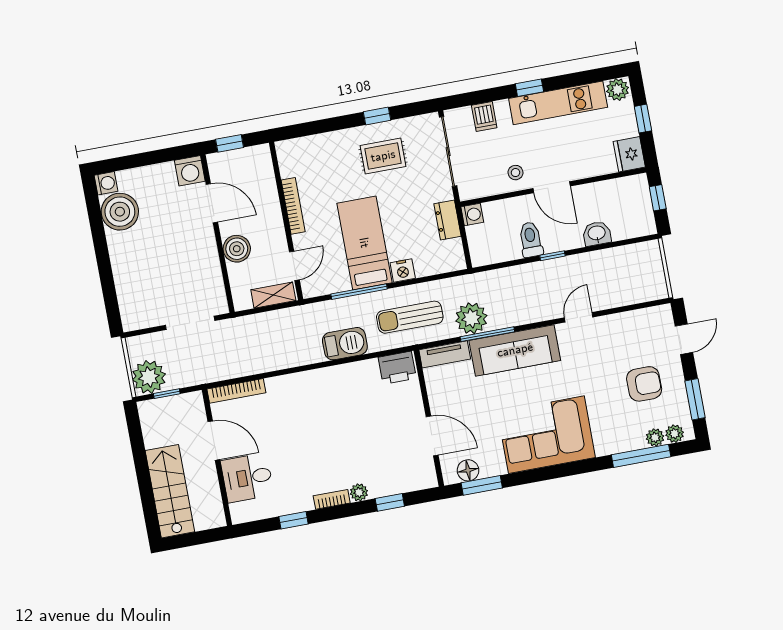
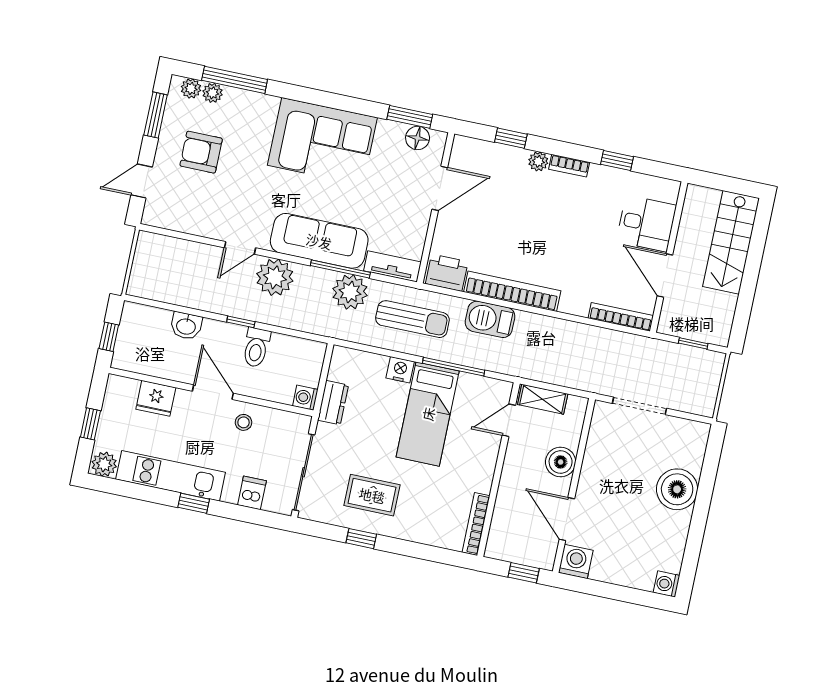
fridge: (629, 154) -> (156, 398), moved, turned 90
bookcase: (293, 206) -> (476, 524), moved
boiler: (120, 212) -> (677, 489), moved
bookcase: (336, 375) -> (512, 291), added
plant: (149, 377) -> (275, 277), moved
door: (432, 436) -> (440, 188), swing flipped

